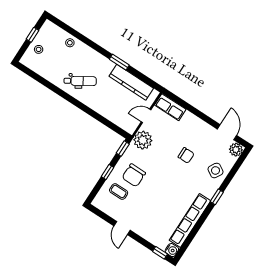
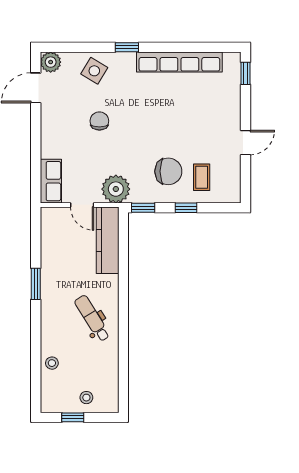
kitchen counter: (131, 82) -> (108, 240), moved, turned 180
water cooler: (172, 250) -> (232, 60), removed

